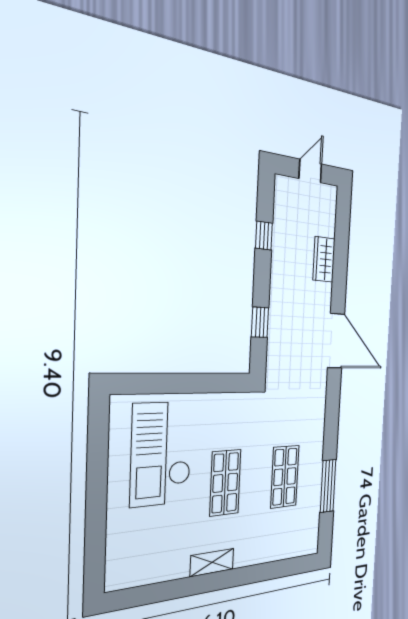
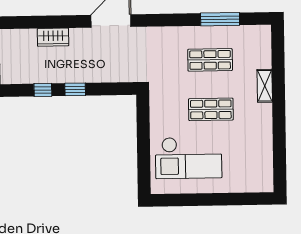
window: (260, 322) -> (75, 89), moved
shelving: (212, 562) -> (265, 86), moved

